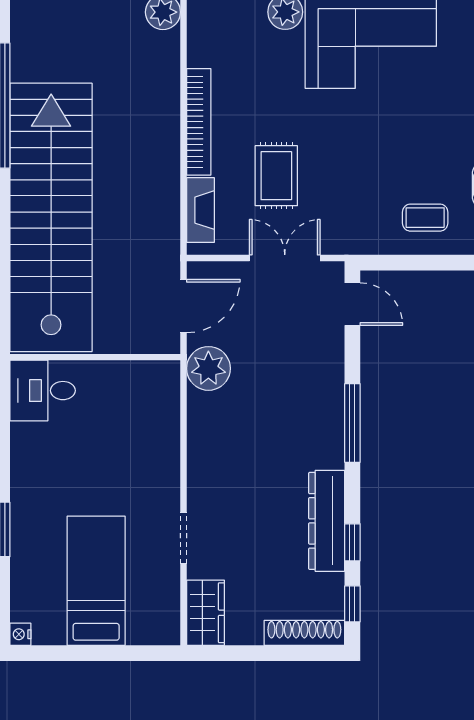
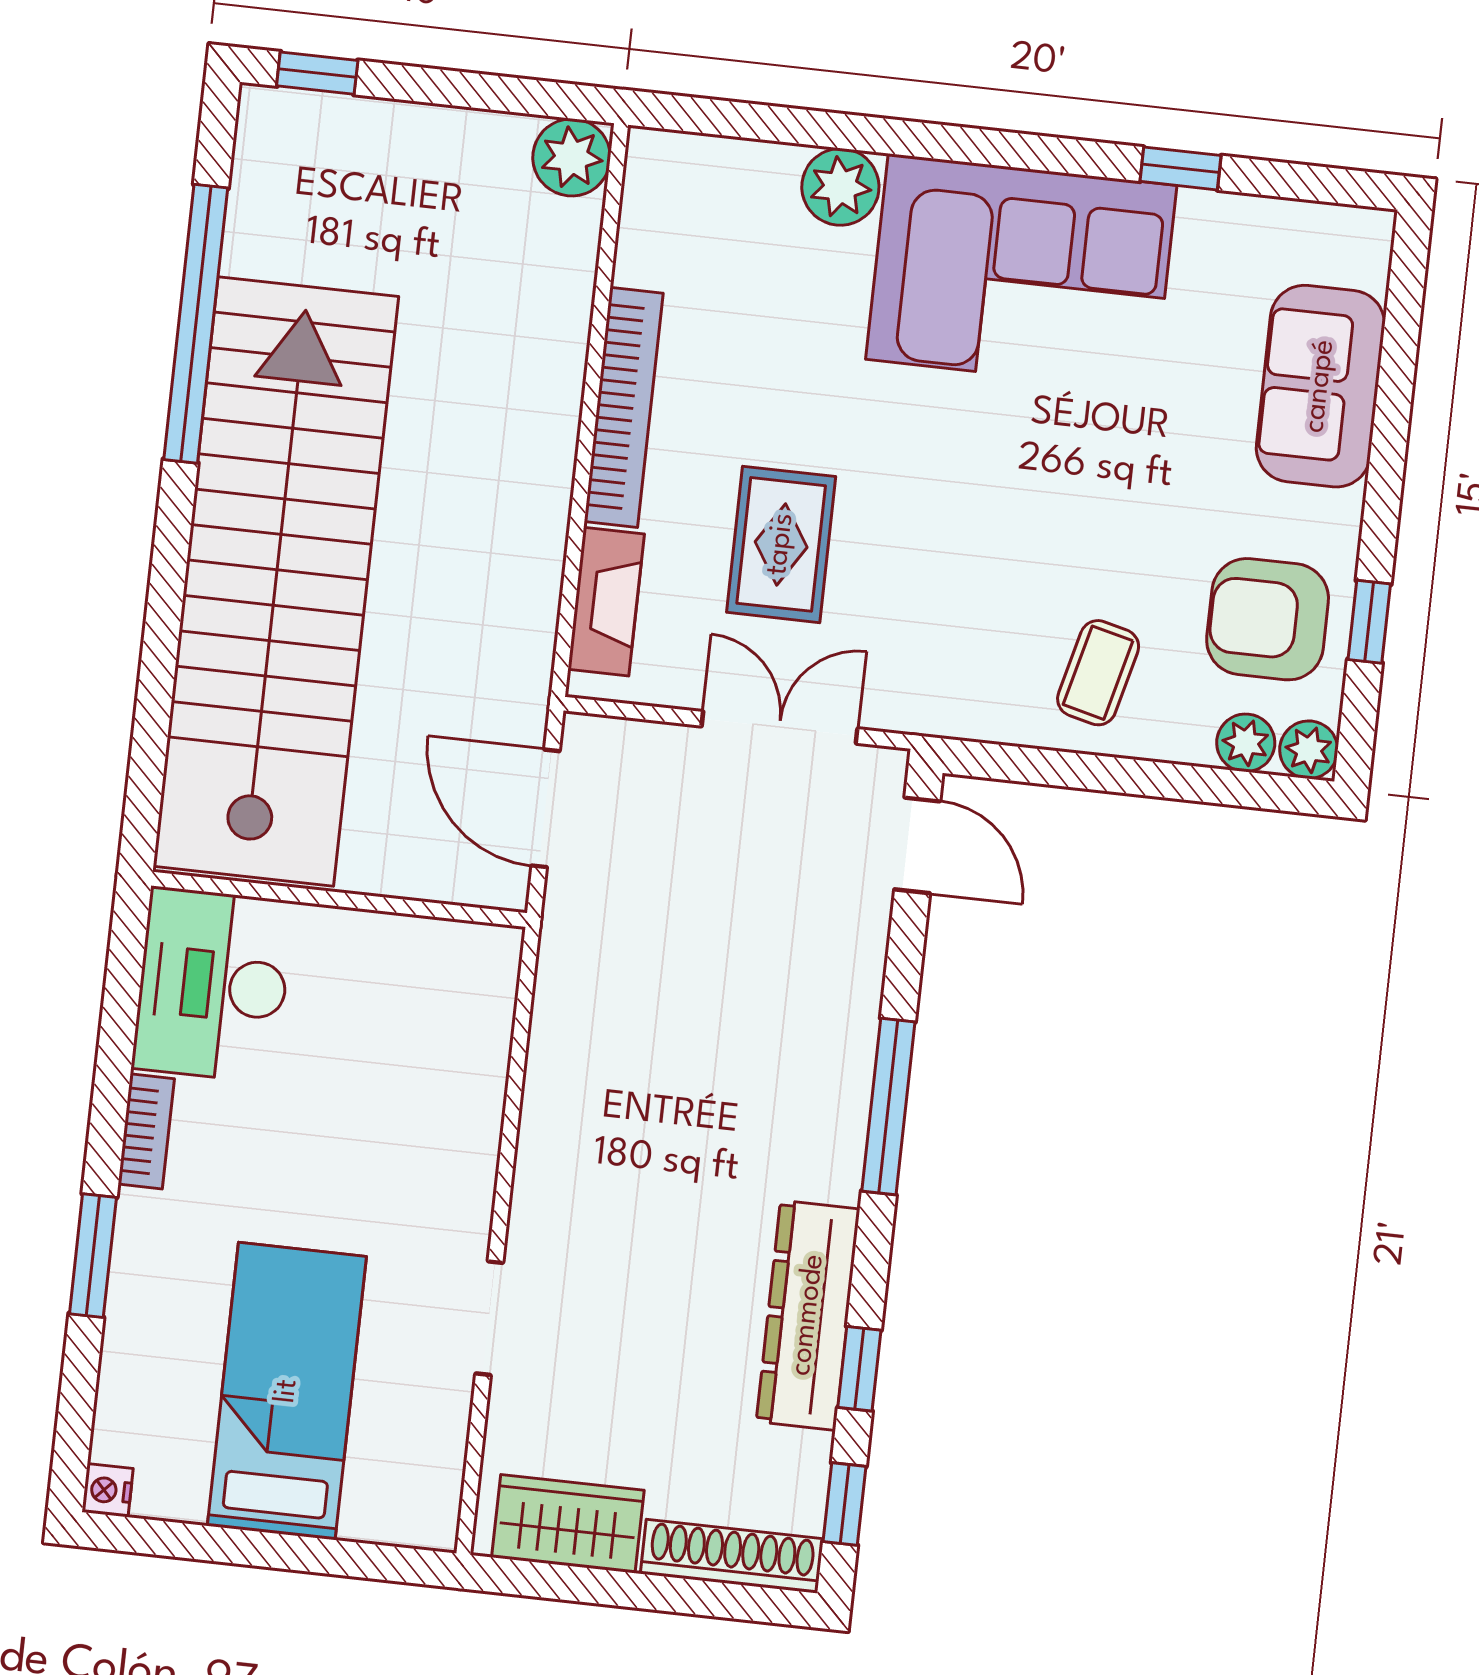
coffee table: (425, 218) -> (1098, 673), turned -76
door: (184, 306) -> (546, 808), swing flipped
plant: (208, 368) -> (585, 952), removed
desk: (43, 391) -> (213, 985), width x1.37
bookcase: (20, 471) -> (146, 1131), added
wardrobe: (206, 613) -> (568, 1524), moved, turned -90

